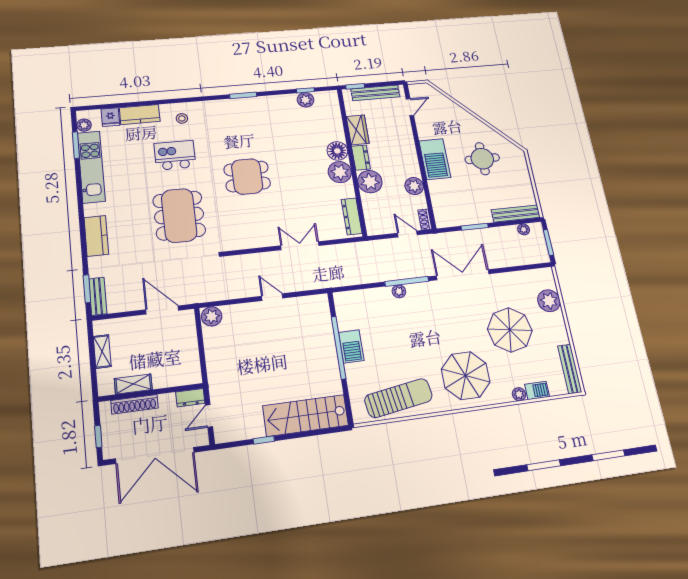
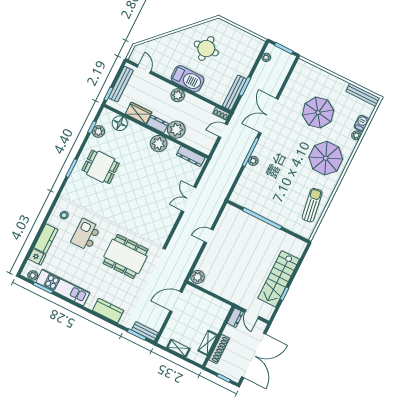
floor lamp: (337, 151) -> (120, 123), moved
dining table: (247, 176) -> (101, 167), moved, turned 90
plant: (414, 186) -> (178, 95), moved
bench: (516, 213) -> (234, 93), moved
plant: (549, 301) -> (317, 76), removed
barbecue: (351, 346) -> (266, 211), removed
sun lounger: (399, 398) -> (312, 205), width x0.73, depth x0.75
stairs: (306, 415) -> (279, 279), moved

